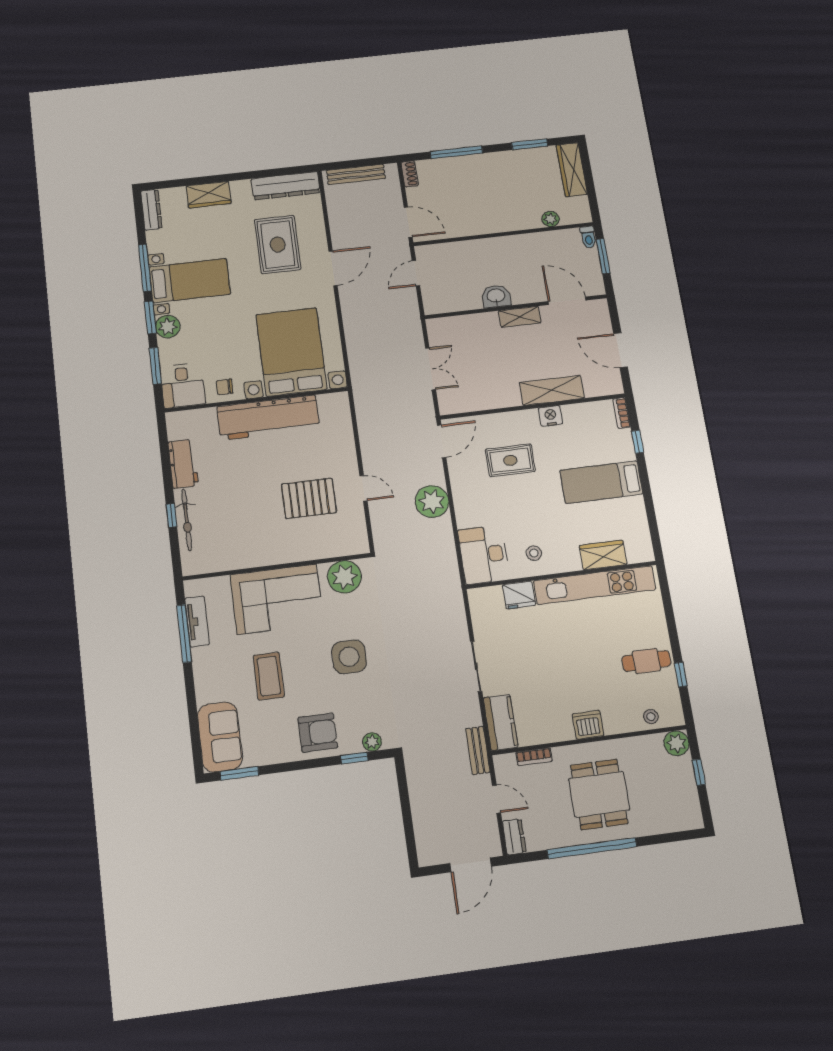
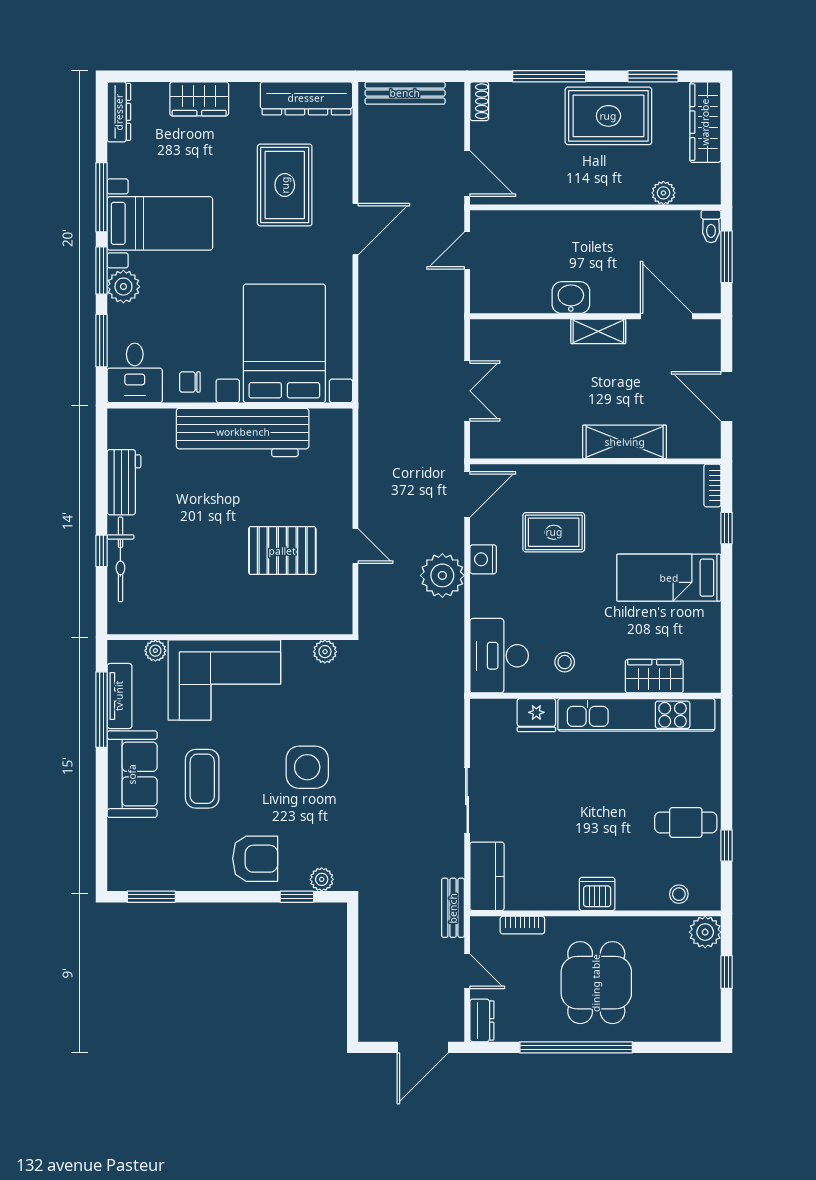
rug: (503, 173) -> (608, 116), added
nightstand: (551, 416) -> (483, 559), moved, turned -90
plant: (344, 577) -> (325, 652), width x0.53, depth x0.53
plant: (221, 584) -> (155, 651), added
sofa: (220, 737) -> (132, 774), moved

